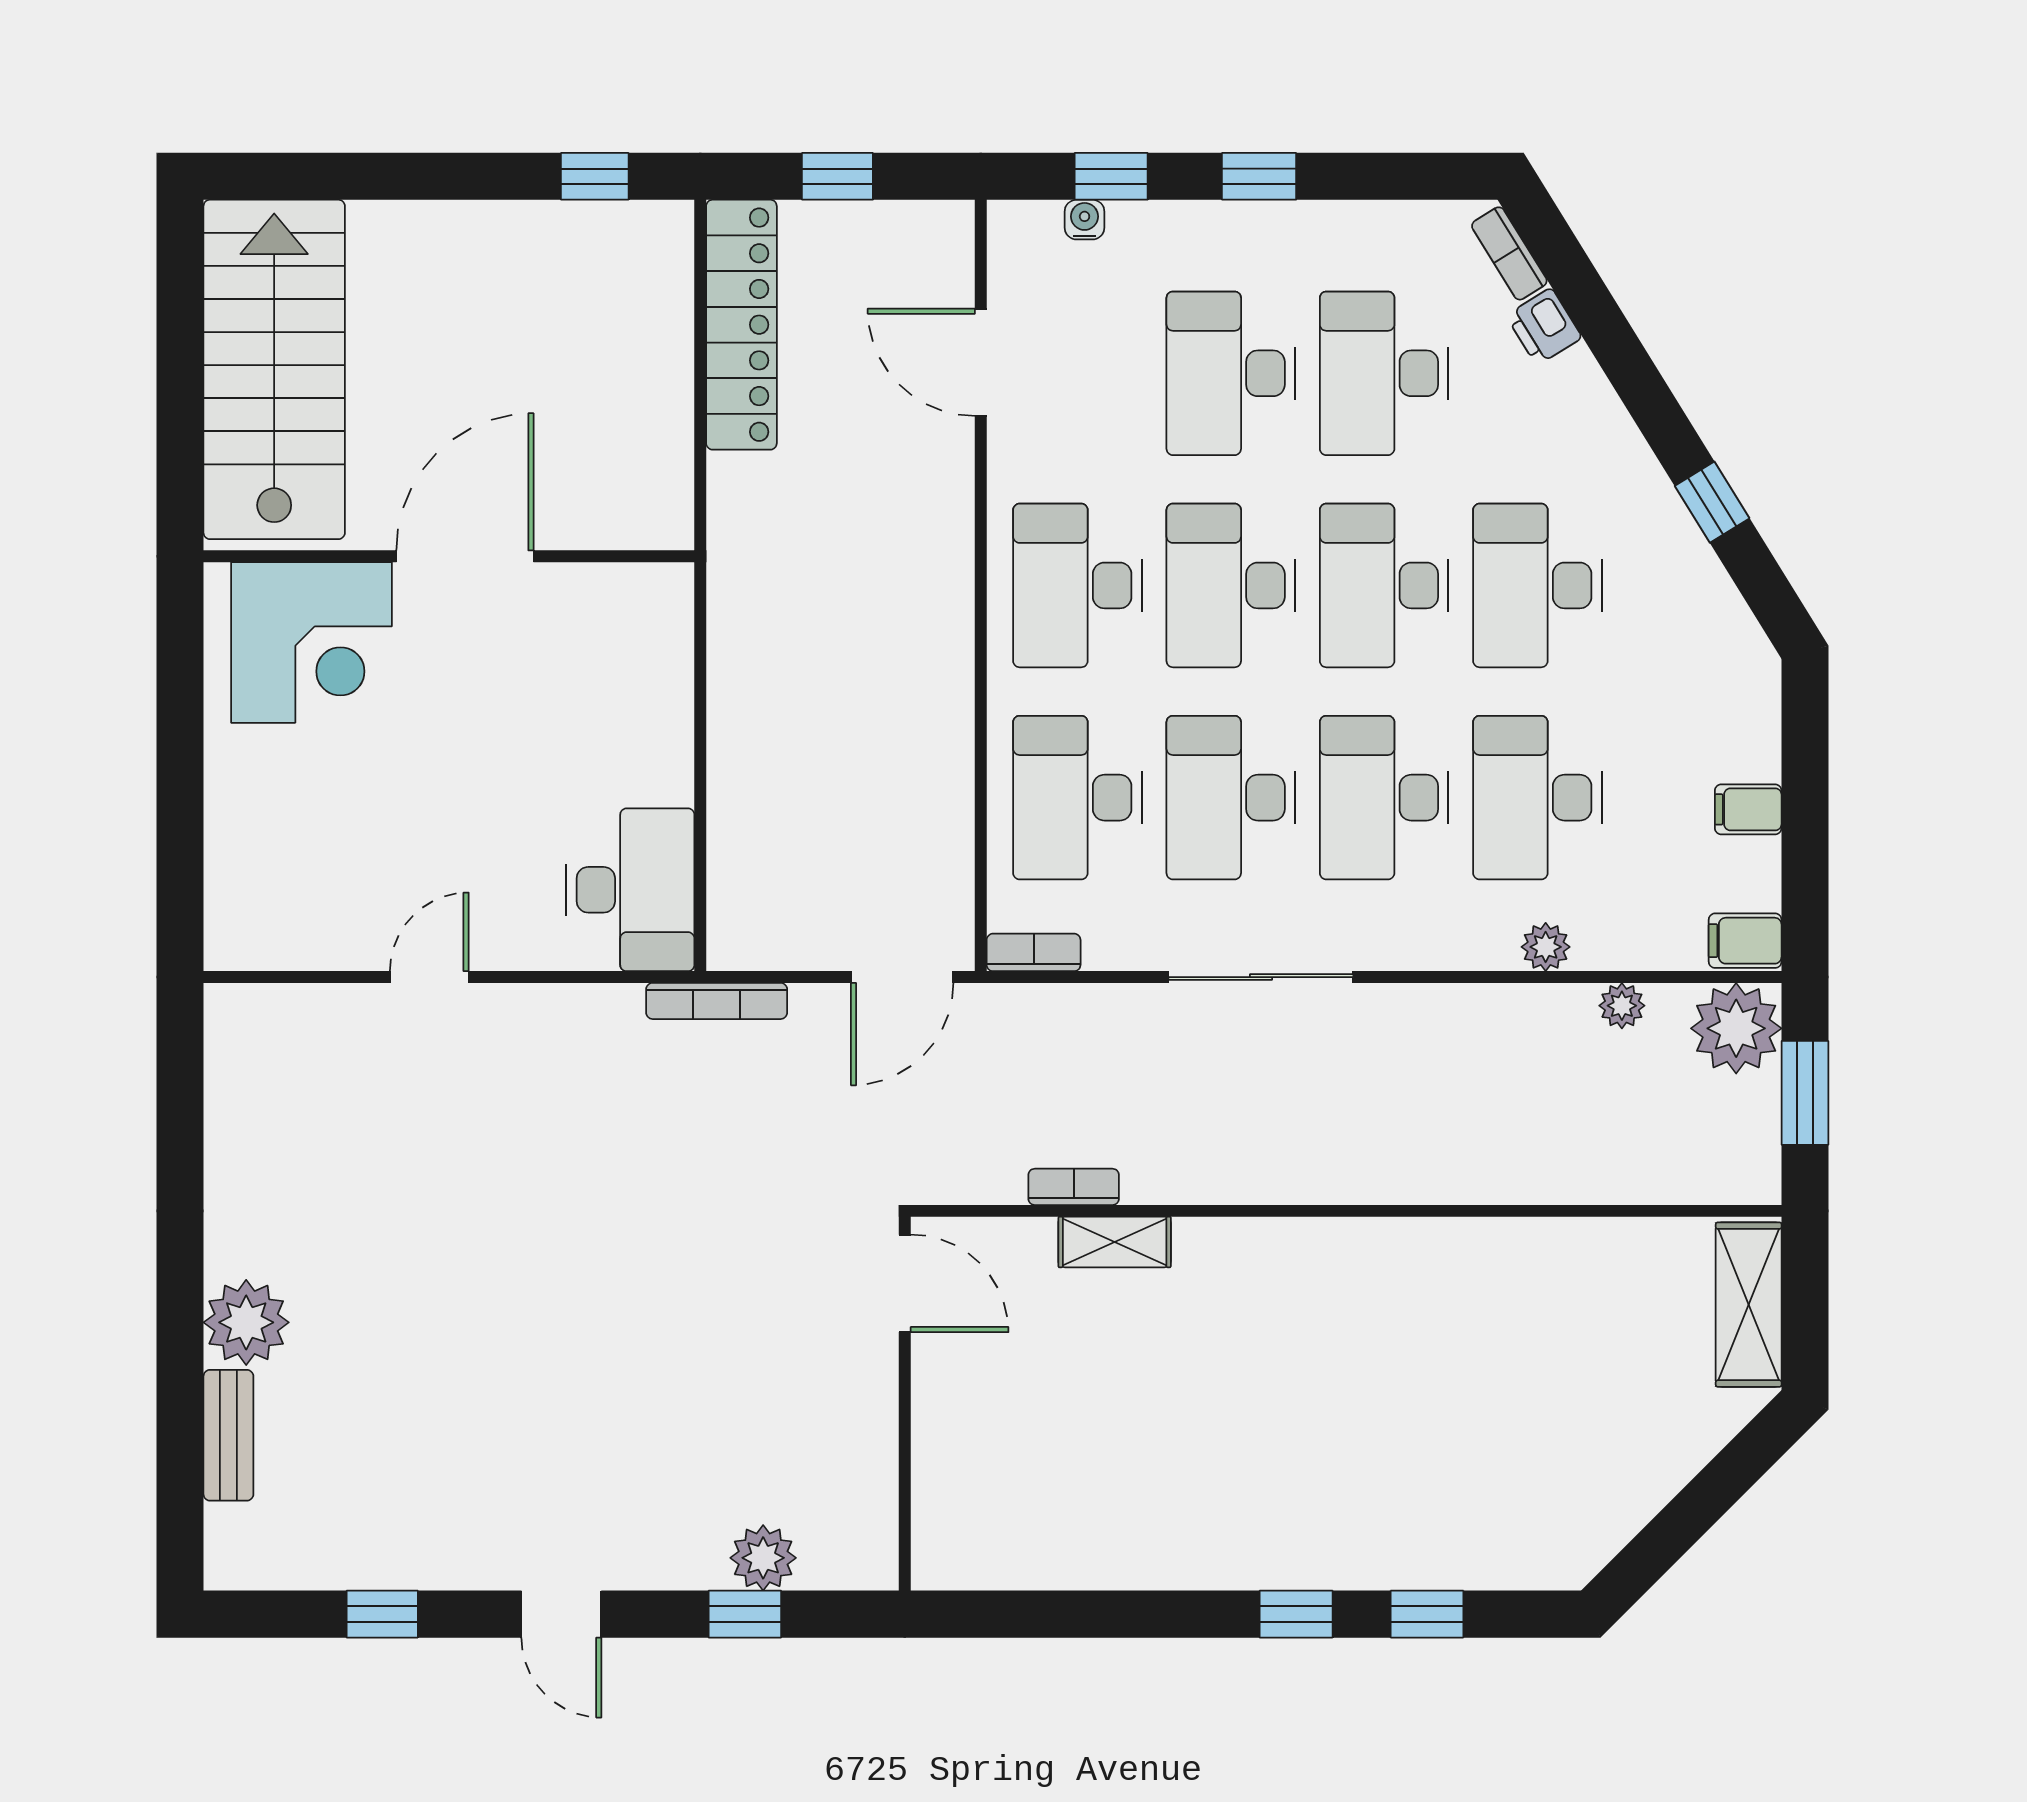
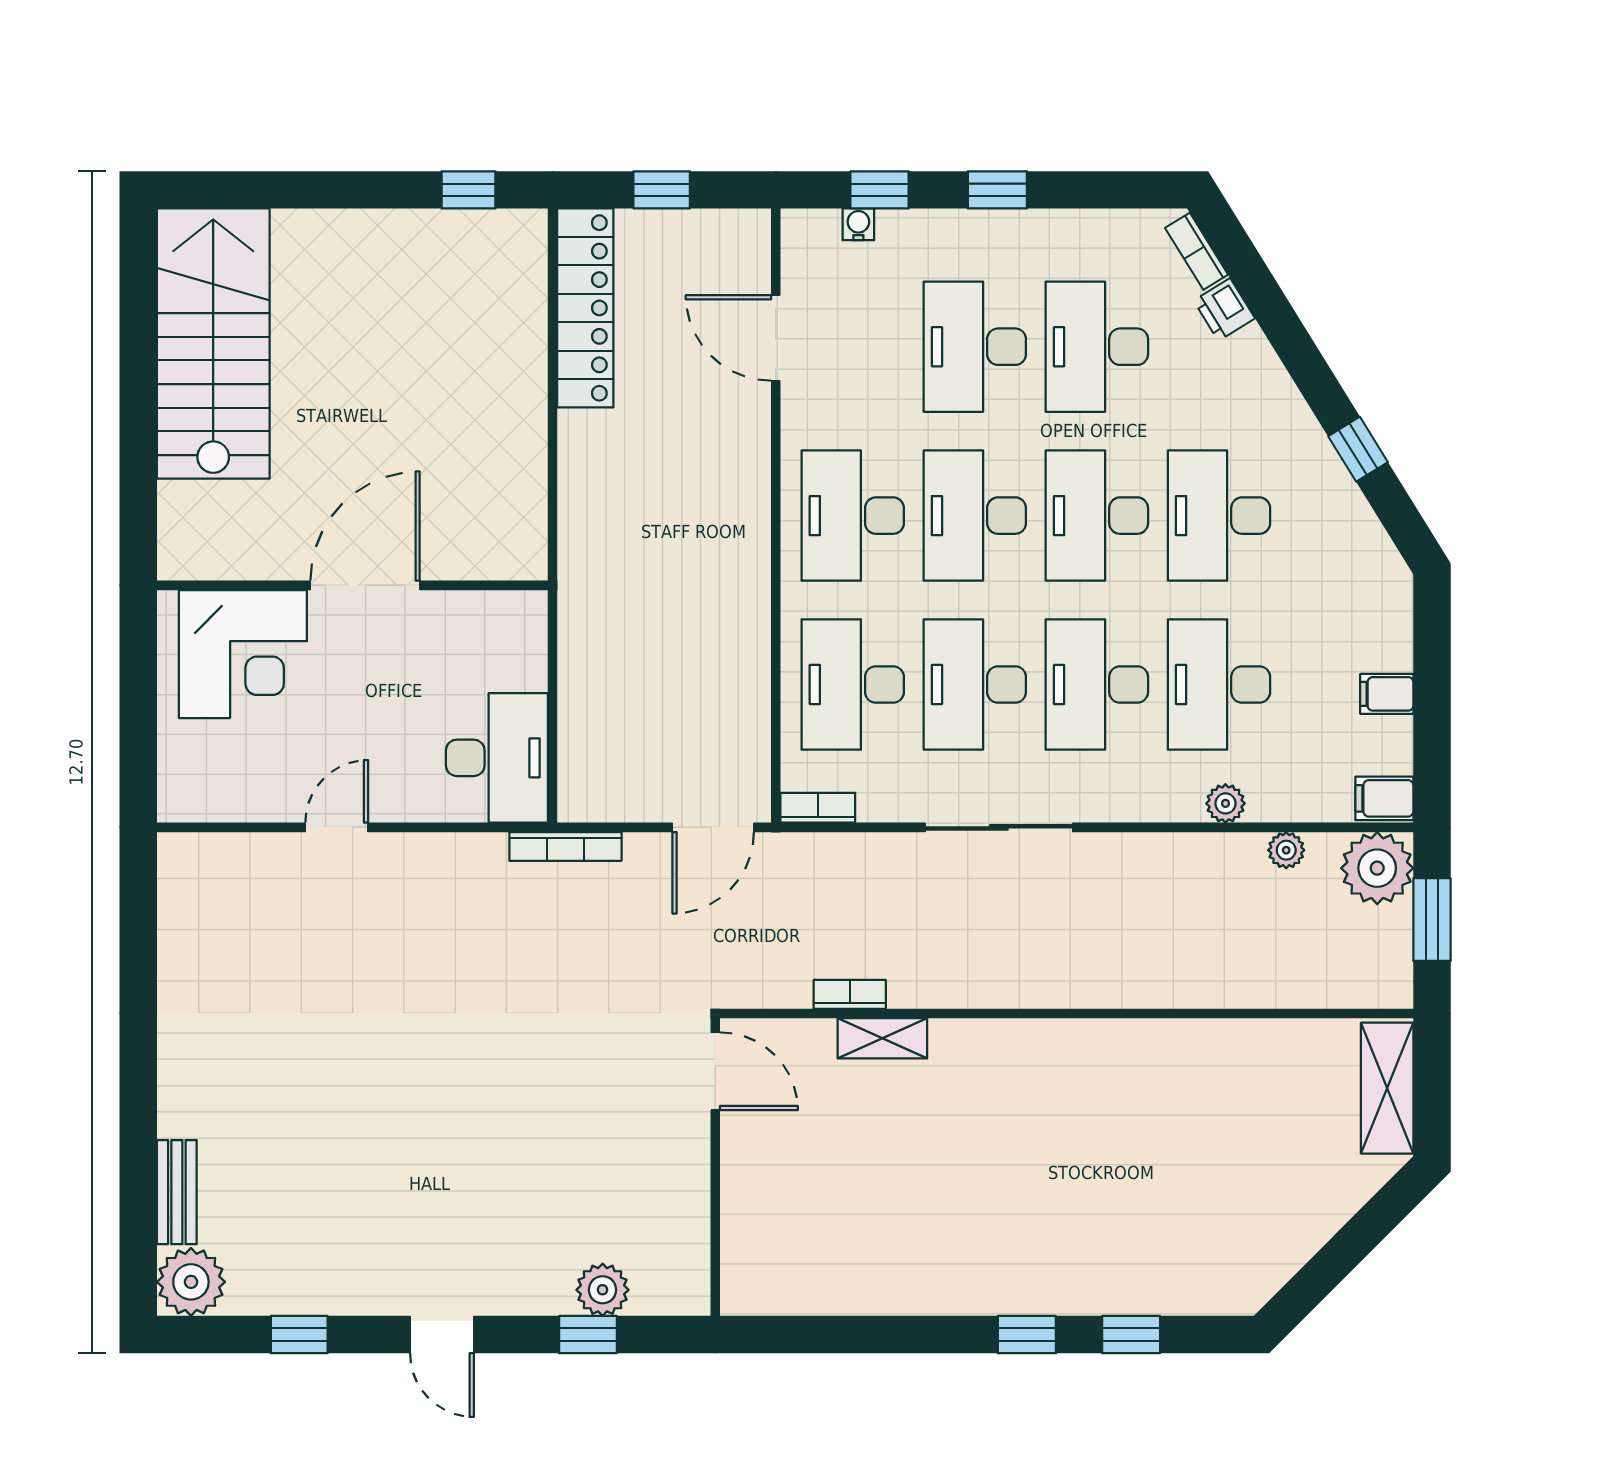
wall: (449, 556) -> (352, 585), moved
door: (465, 556) -> (365, 585), moved
corner desk: (311, 642) -> (243, 654), moved
plant: (246, 1322) -> (191, 1282), moved

